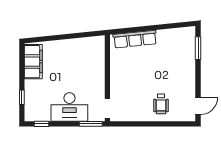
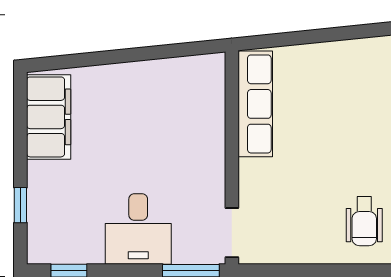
row of seats: (135, 39) -> (255, 104), moved, turned -84
desk: (69, 107) -> (138, 229), width x0.73

